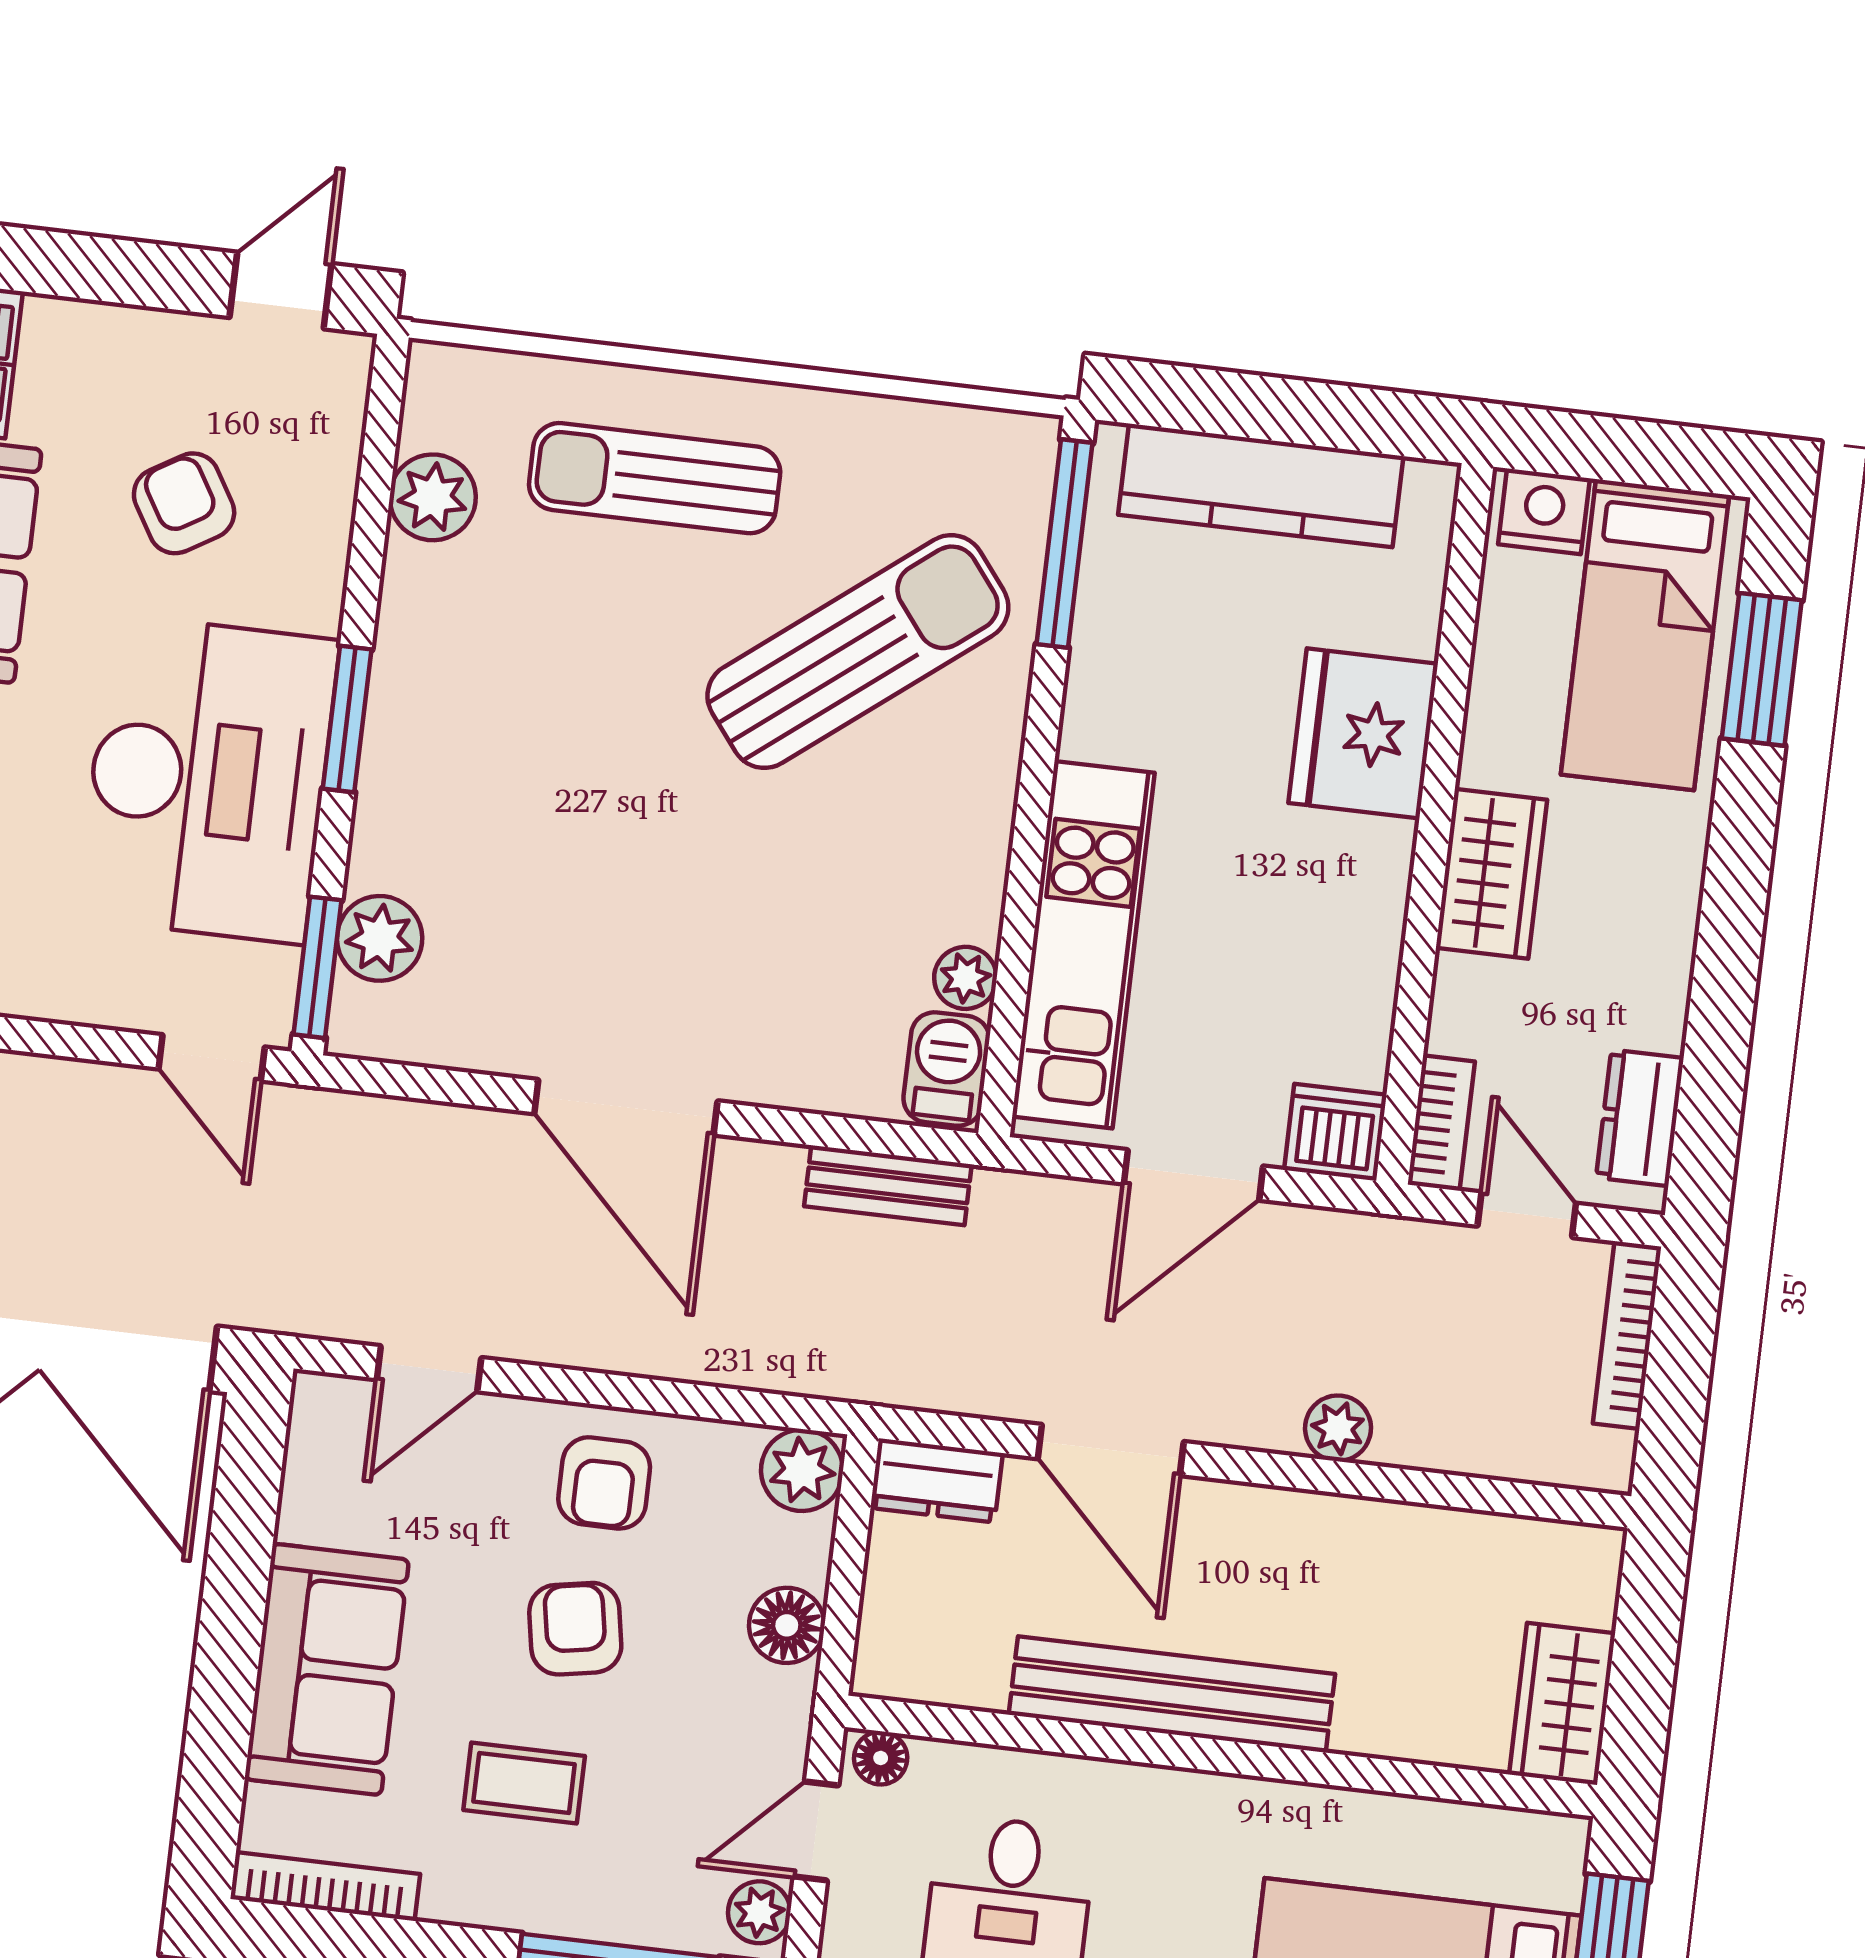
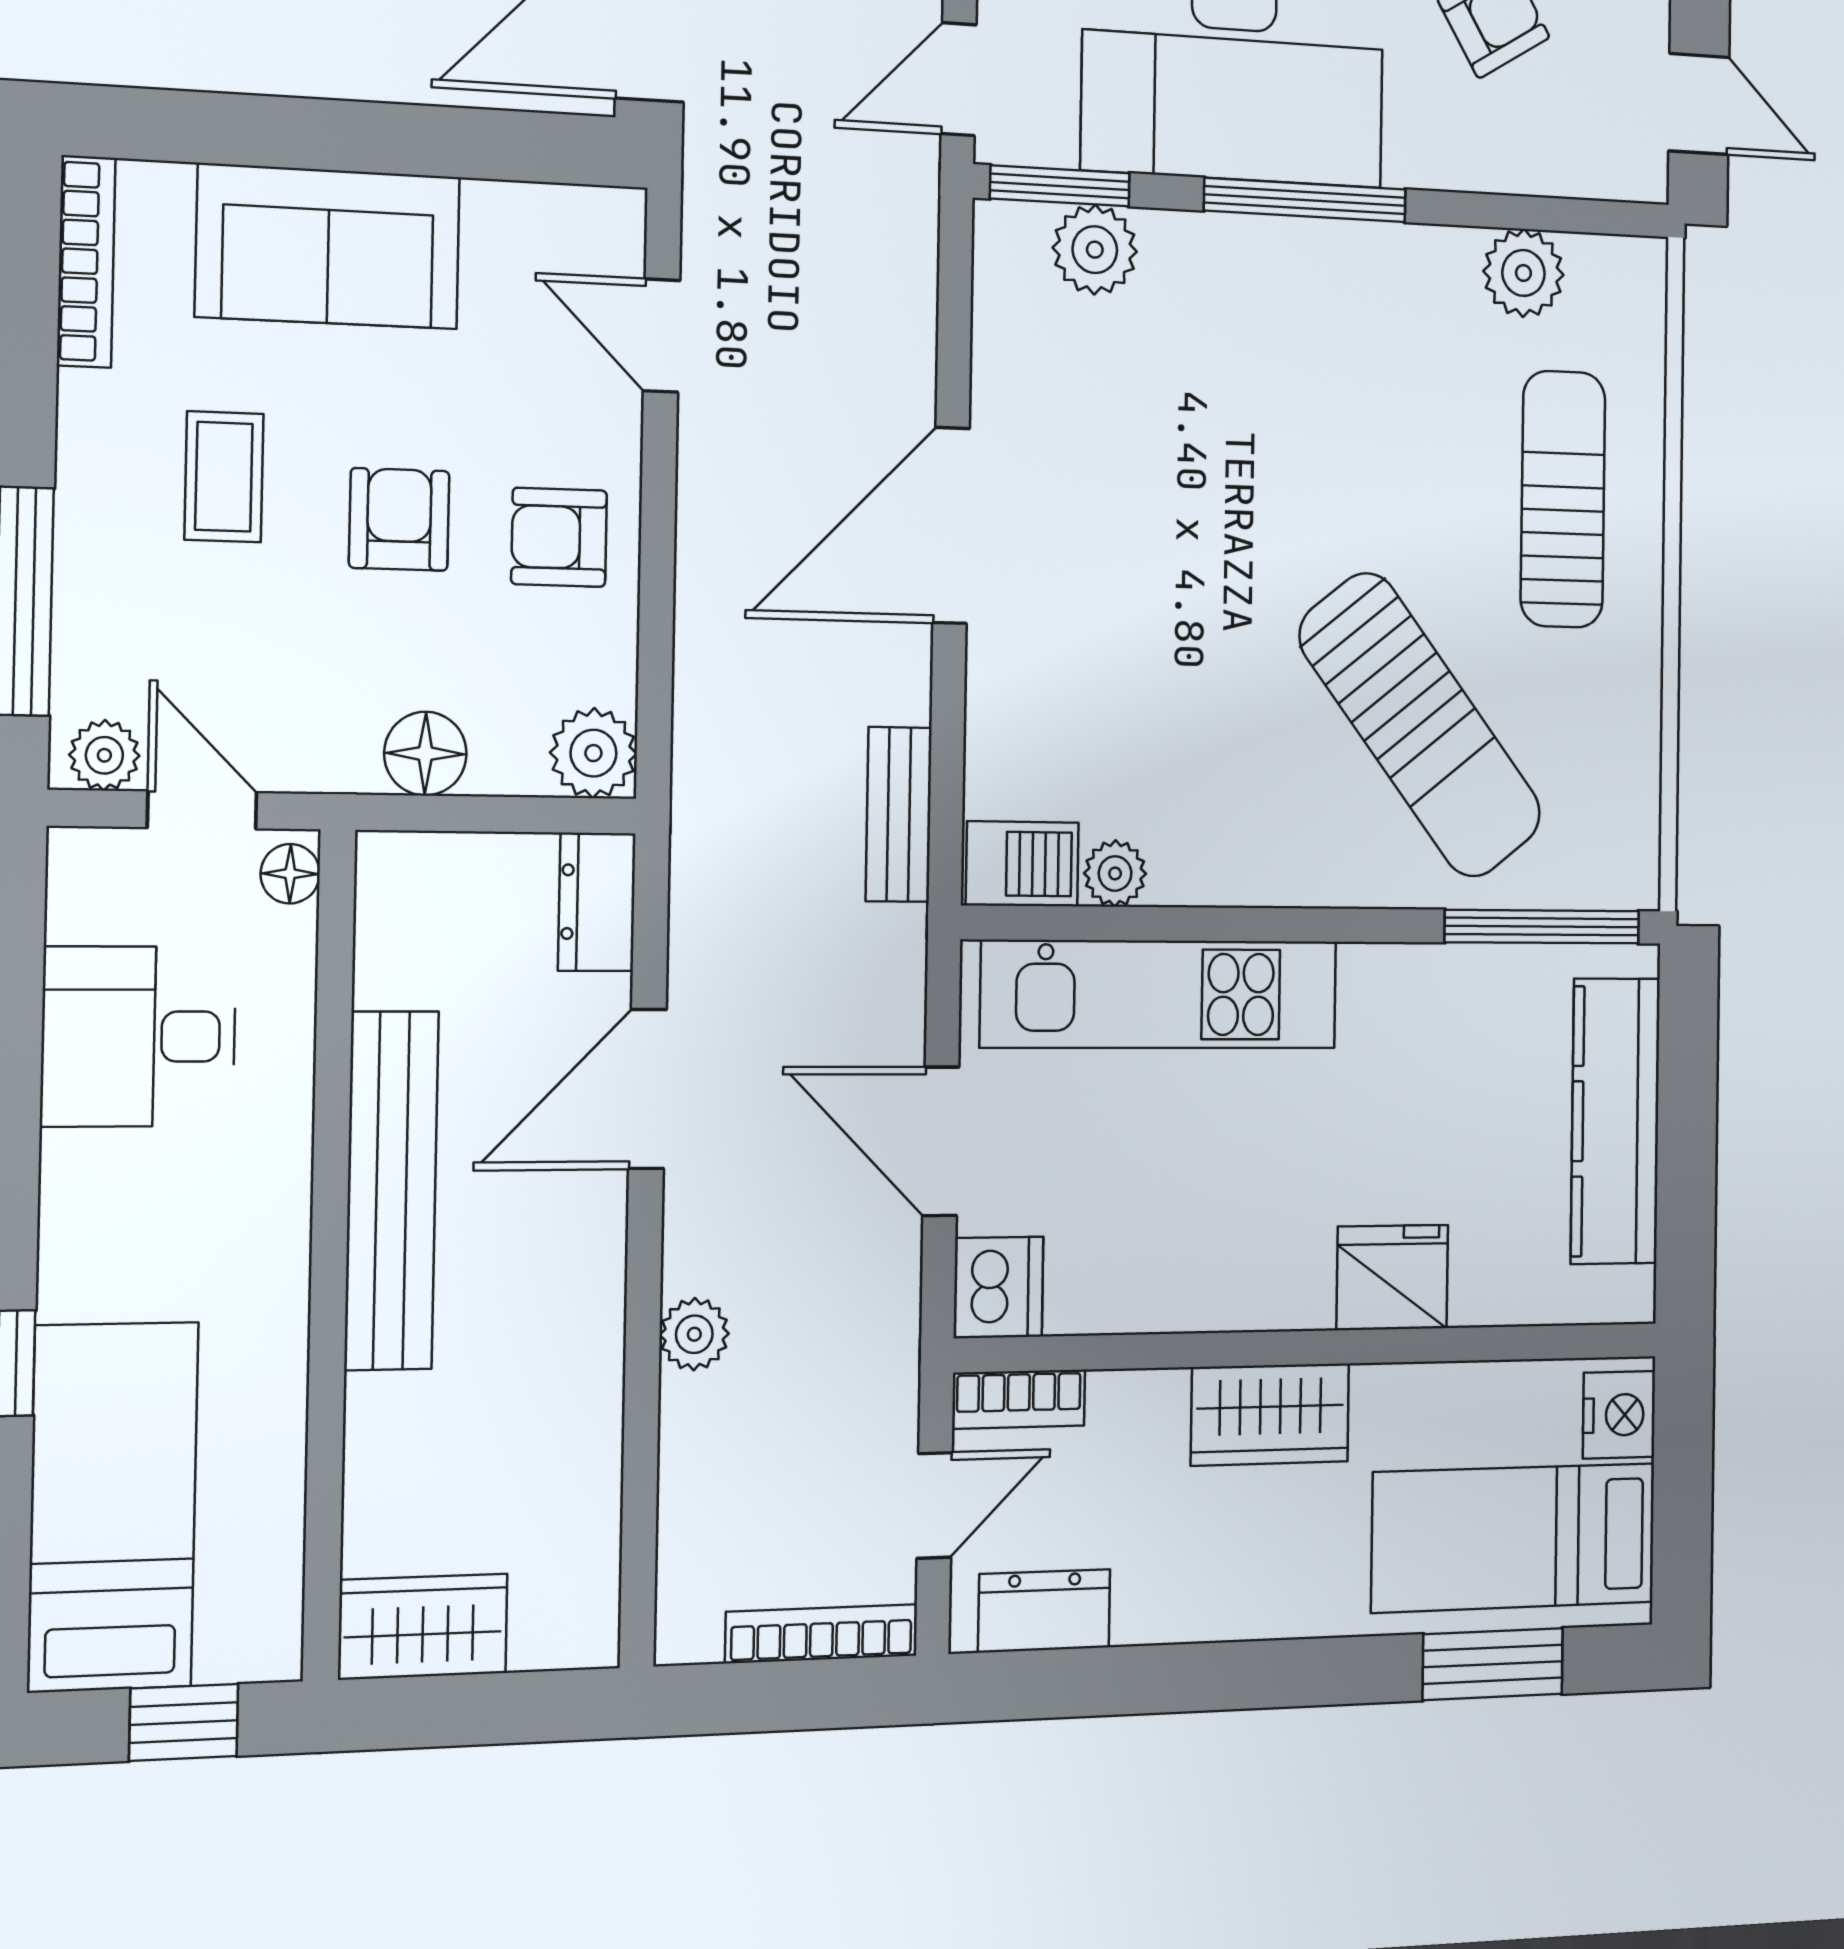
window: (347, 719) -> (1305, 200), width x1.44
fridge: (1363, 733) -> (1392, 1277), width x0.73, depth x0.75
armchair: (575, 1629) -> (399, 519), turned -80

